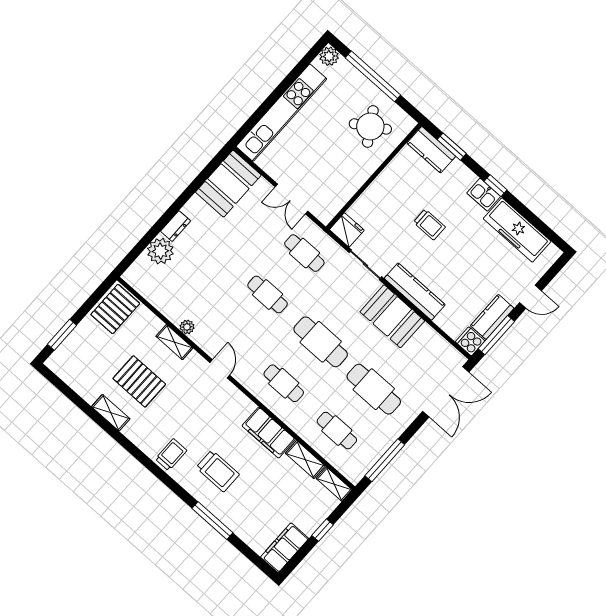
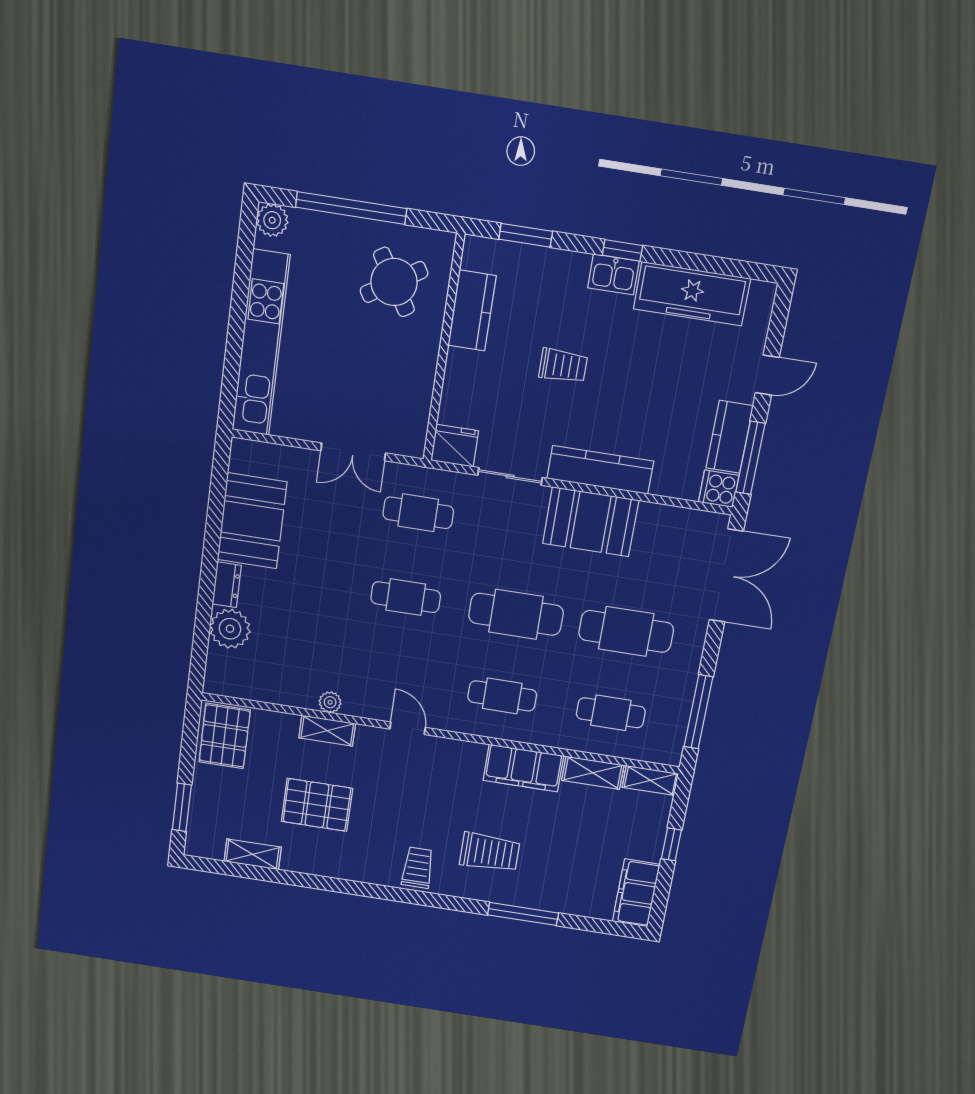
kitchen counter: (431, 150) -> (472, 311), moved, turned -90
booth: (228, 184) -> (252, 521), moved
shelving: (111, 413) -> (253, 854), moved

